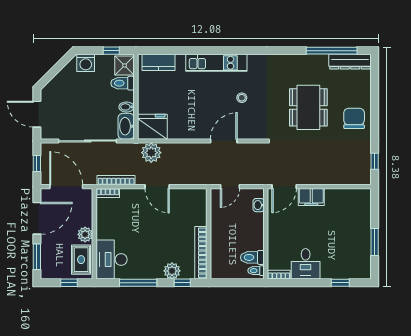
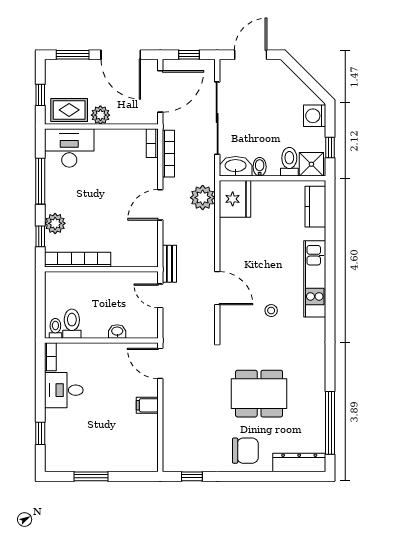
dresser: (350, 62) -> (299, 463), moved, turned 90
bench: (204, 179) -> (169, 264), added
filing cabinet: (311, 197) -> (147, 405), width x0.50
washbasin: (259, 205) -> (117, 331), moved

